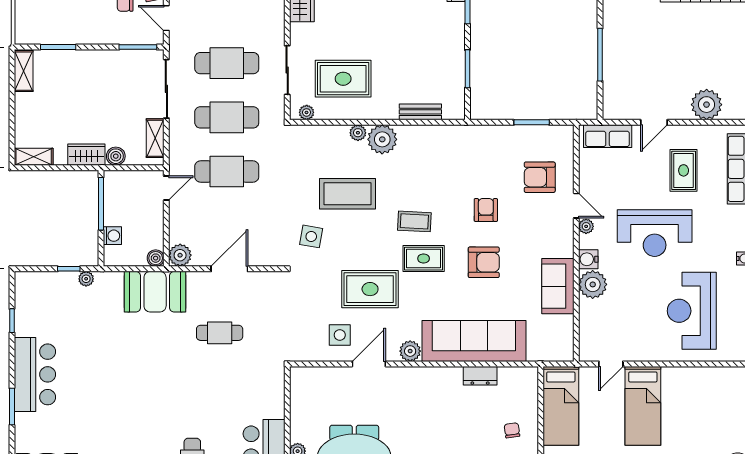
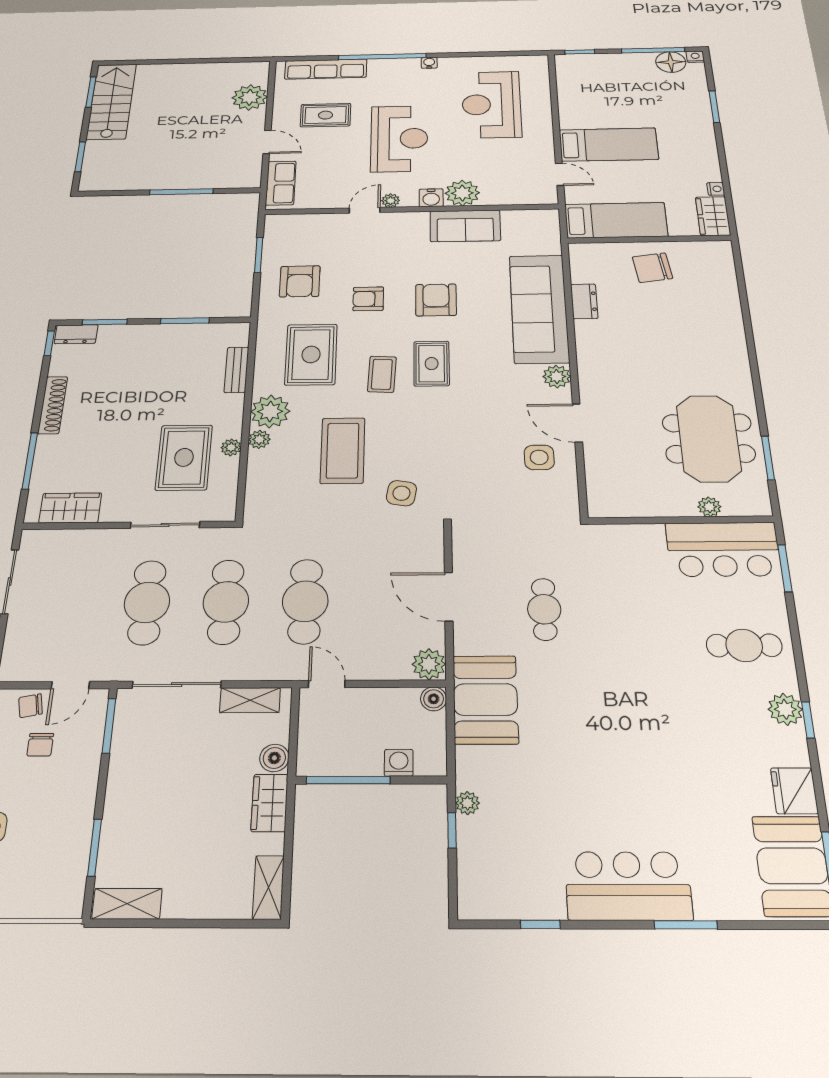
plant: (307, 112) -> (231, 447), moved
armchair: (540, 177) -> (300, 281), moved
rug: (370, 289) -> (311, 354), moved
reception desk: (692, 311) -> (491, 104), turned 90
chair: (512, 430) -> (652, 268), width x1.87, depth x1.87

